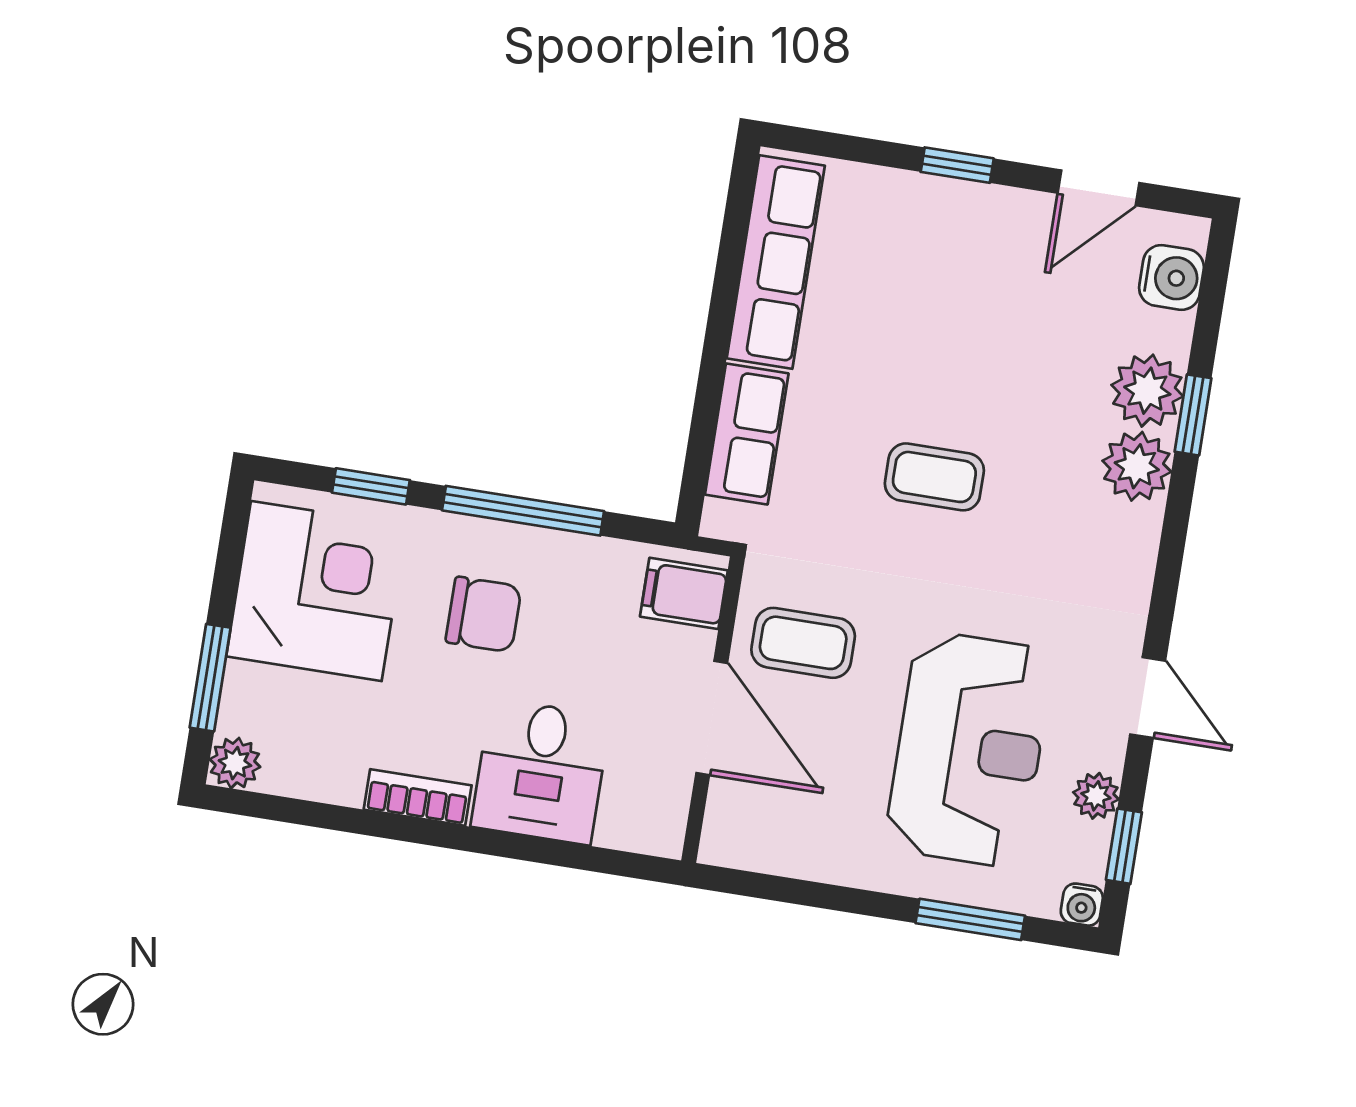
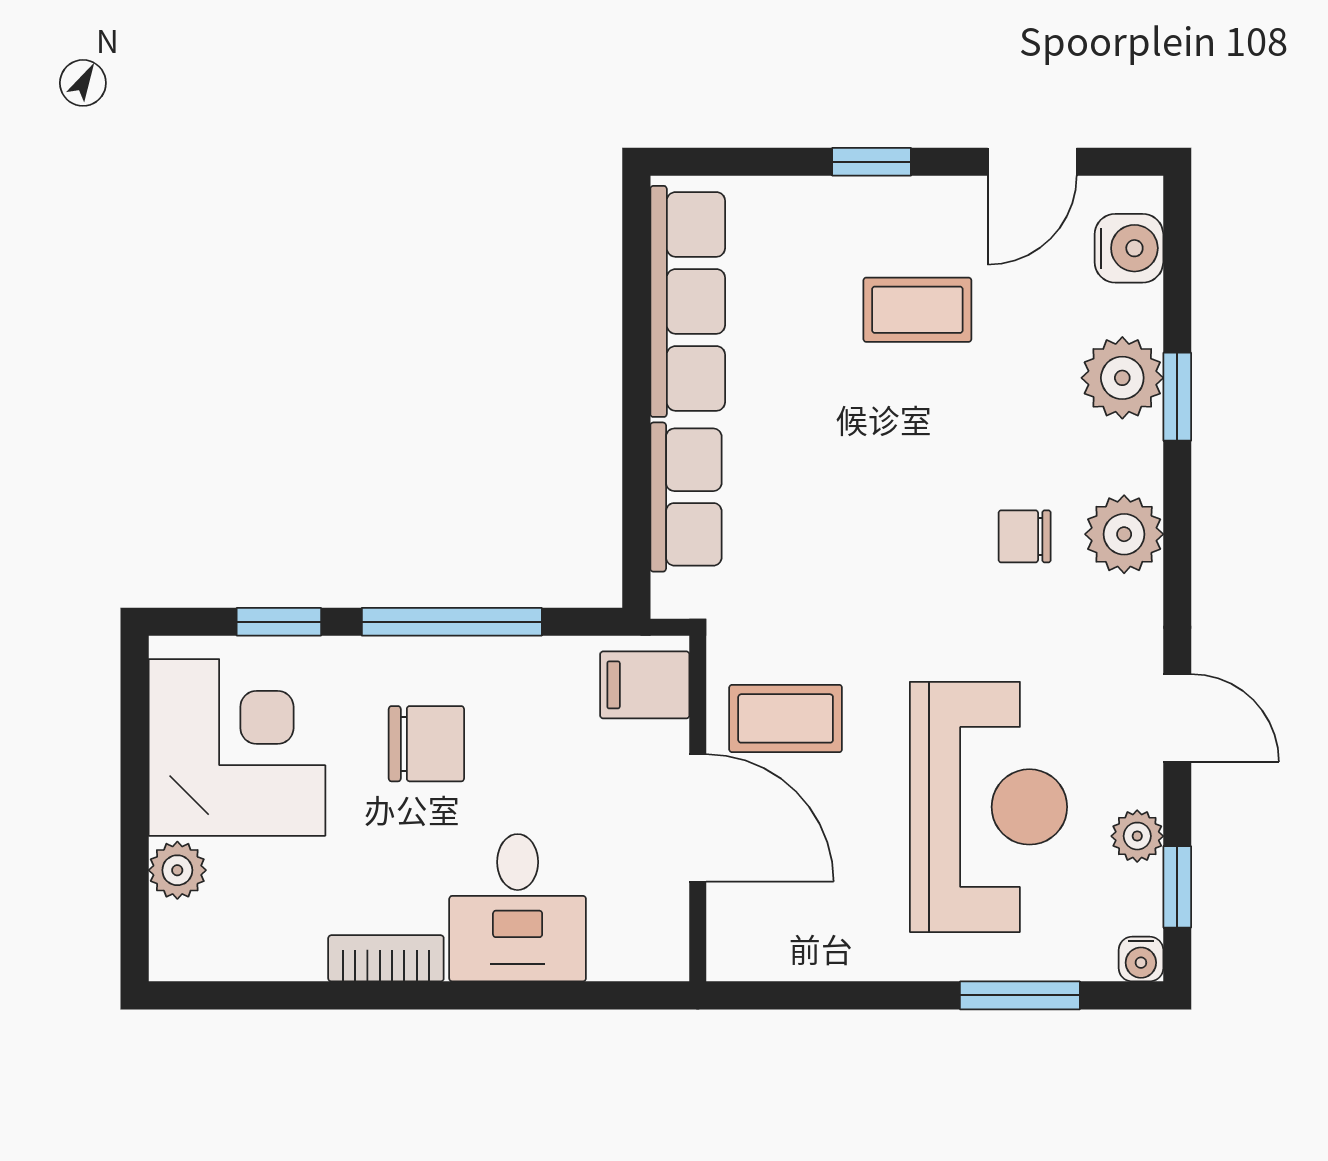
plant: (1137, 466) -> (1124, 534), moved
coffee table: (934, 477) -> (917, 310), moved
chair: (1039, 516) -> (1025, 536), added
window: (210, 678) -> (135, 862), removed
plant: (235, 763) -> (177, 870), moved

